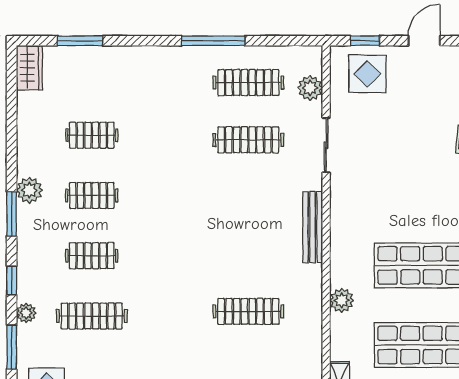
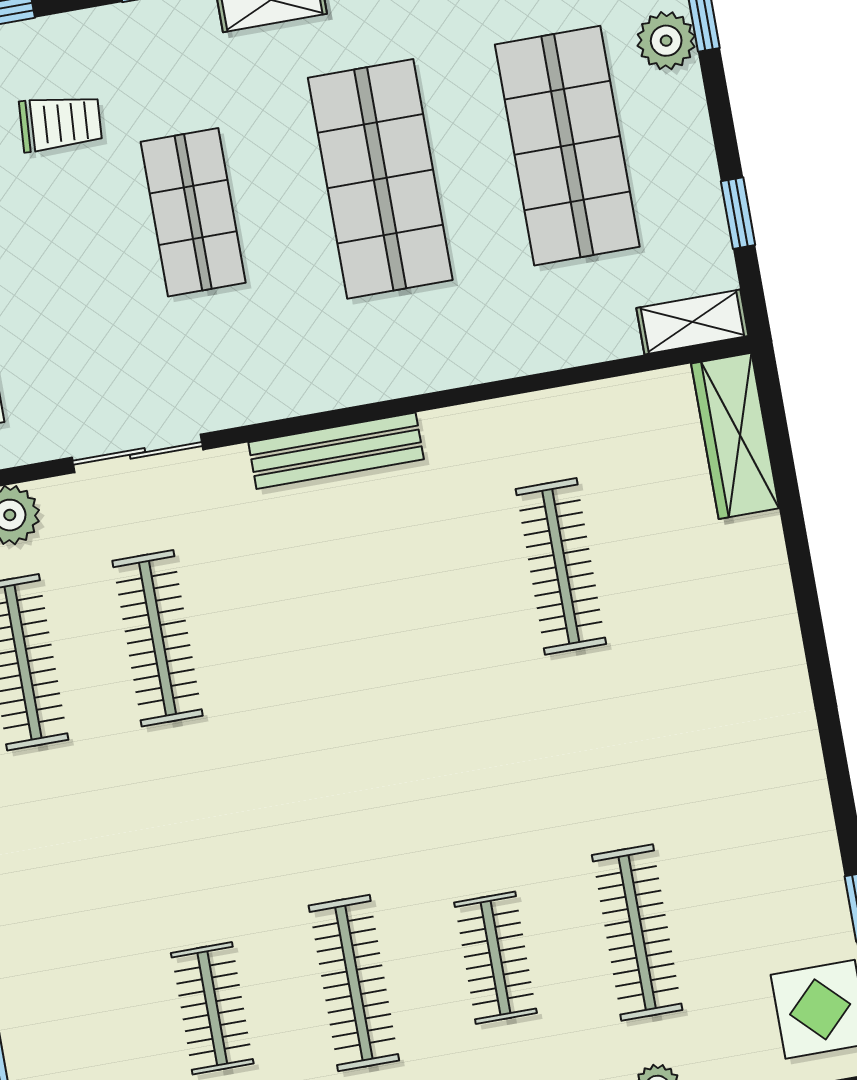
shop shelf: (421, 186) -> (193, 212), added
clothes rail: (92, 195) -> (354, 983), width x1.36
plant: (342, 300) -> (496, 352), removed

